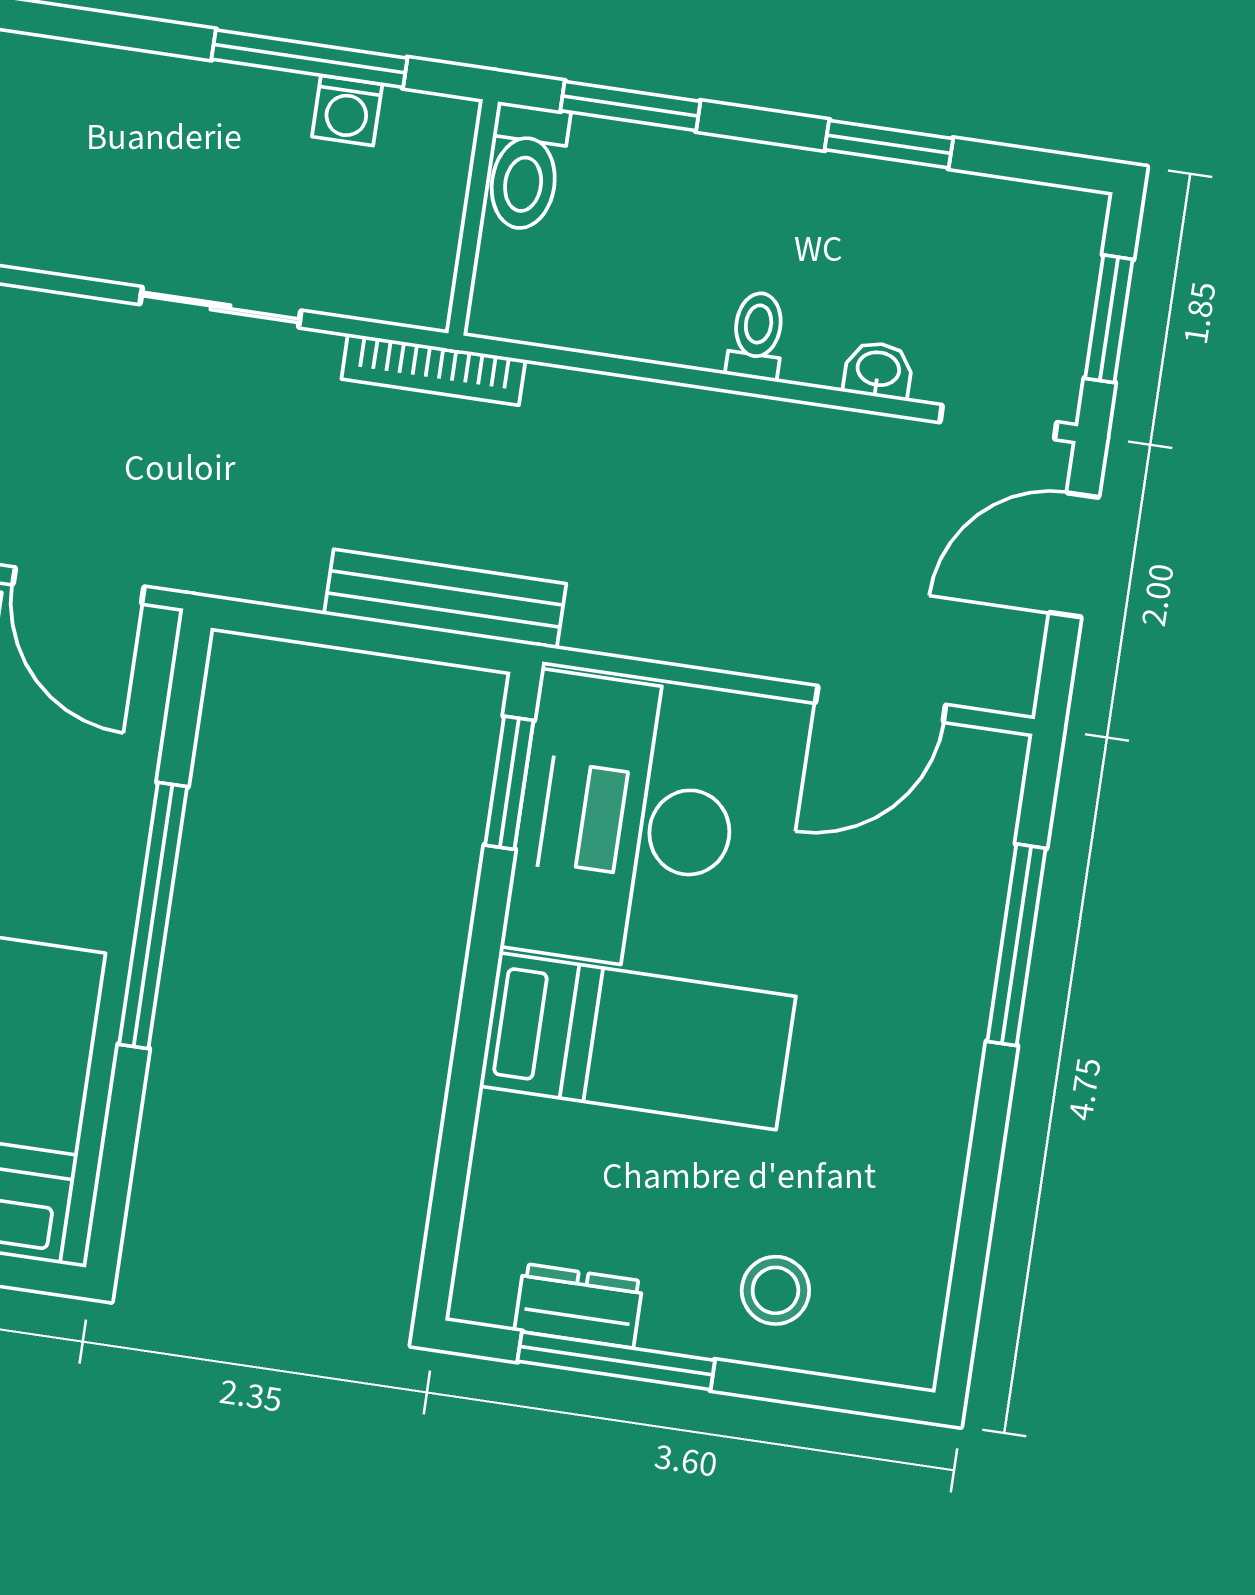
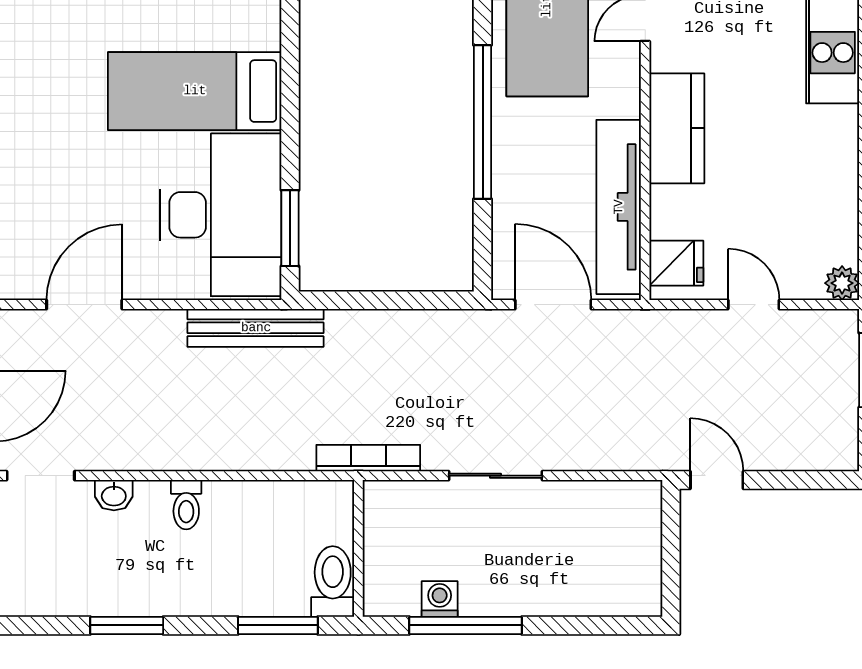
bench: (445, 599) -> (256, 328), moved

